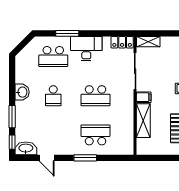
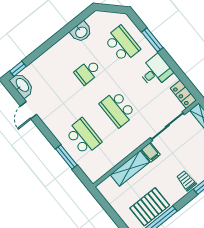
desk: (86, 49) -> (155, 71), width x0.73
school desk: (53, 56) -> (122, 44), turned 180
washbasin: (22, 92) -> (81, 32), moved
window: (12, 117) -> (40, 51), removed
window: (85, 158) -> (66, 157), moved

